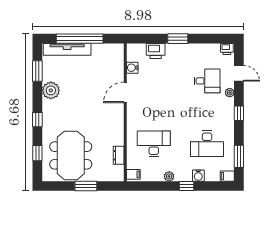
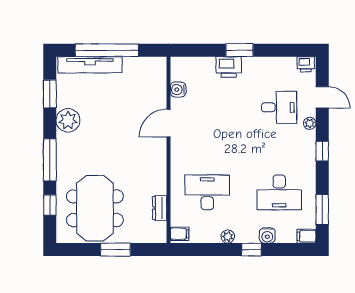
printer: (156, 51) -> (229, 67), moved
window: (37, 120) -> (50, 160), width x2.17

